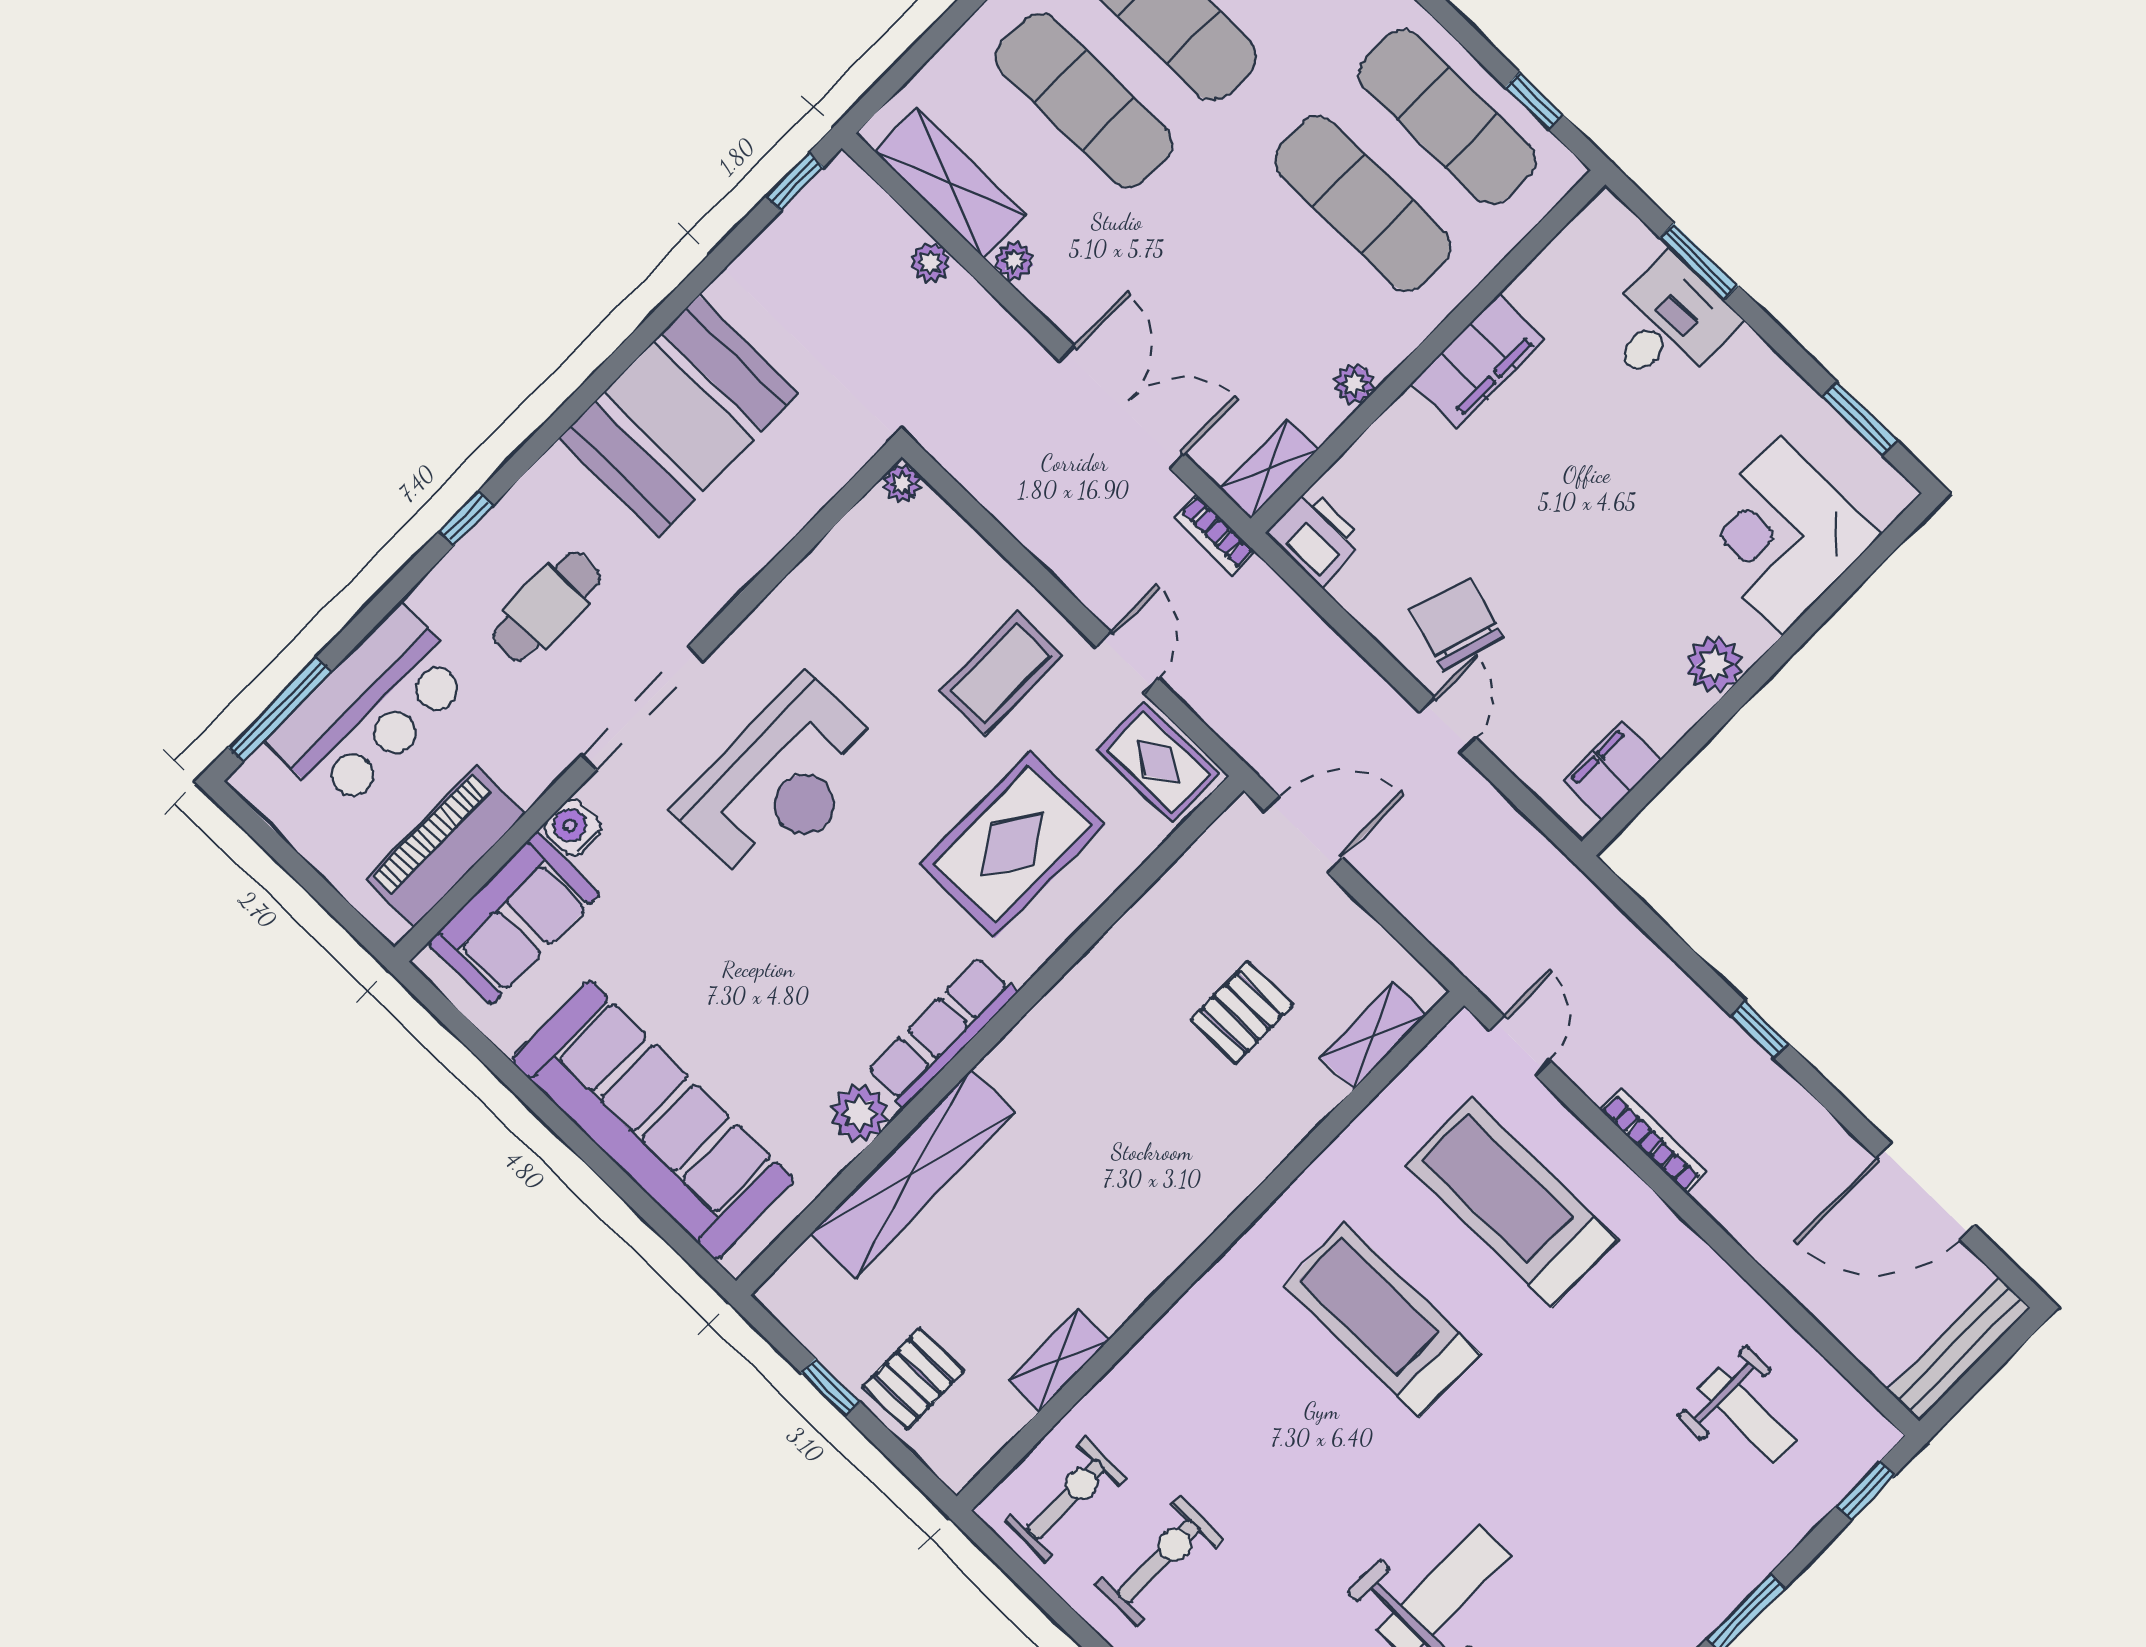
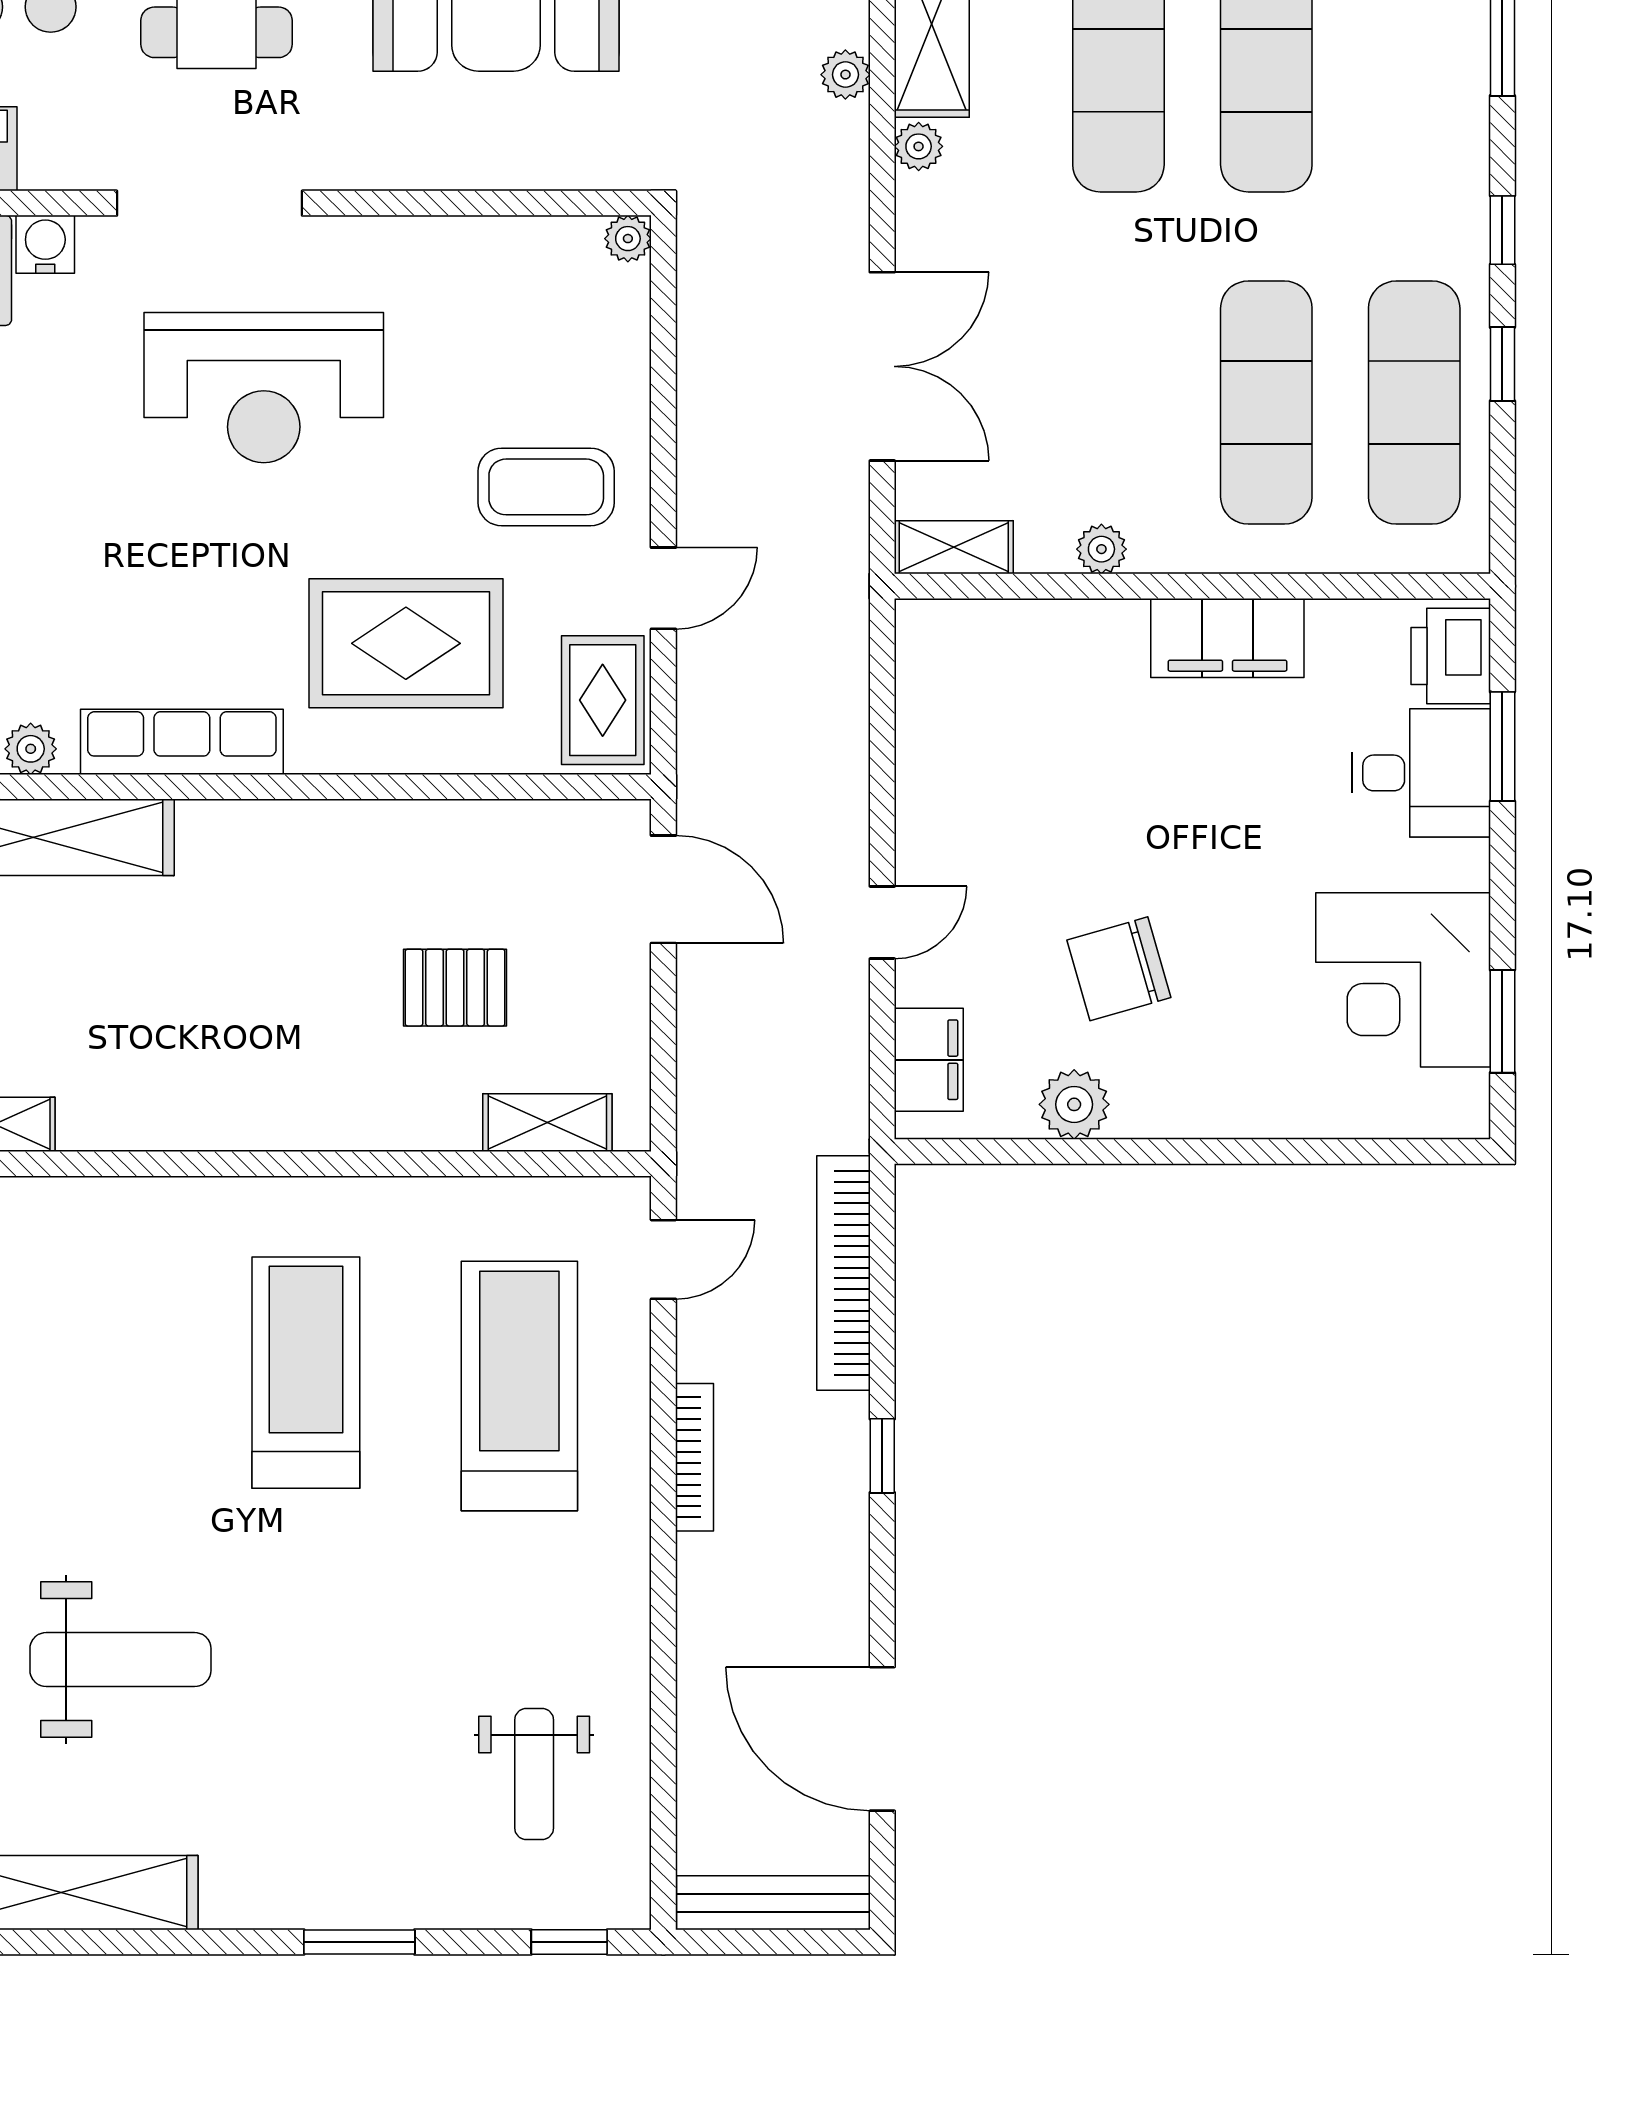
window: (1534, 101) -> (1502, 364), moved
bookcase: (1215, 535) -> (843, 1273), moved, width x2.31, depth x1.31
corner desk: (1781, 535) -> (1403, 980), moved, turned -90
printer: (1315, 537) -> (1451, 656), moved, turned 180
chair: (1457, 624) -> (1119, 969), moved, turned -123
plant: (1714, 665) -> (1074, 1104), moved
filing cabinet: (1612, 771) -> (929, 1060), moved, turned 90
plant: (860, 1113) -> (31, 749), width x0.73, depth x0.73

